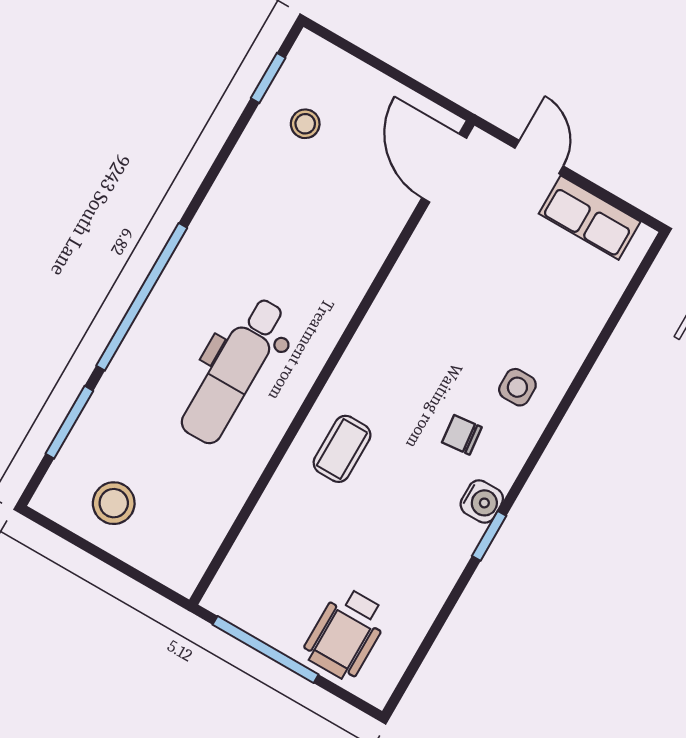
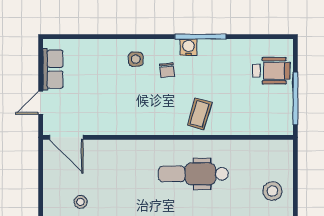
door: (444, 168) -> (66, 137), hinge flipped
dental chair: (234, 371) -> (193, 174), turned 180
coffee table: (342, 449) -> (200, 114), turned -74
window: (489, 536) -> (200, 37), width x2.17

